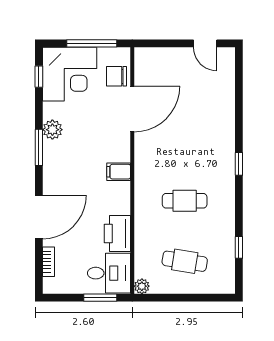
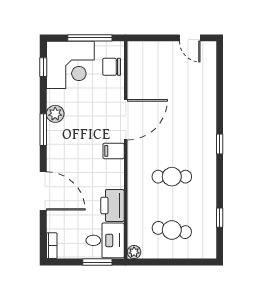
door: (132, 109) -> (126, 120), moved
door: (39, 217) -> (43, 191), hinge flipped
bookcase: (49, 262) -> (52, 246), moved

